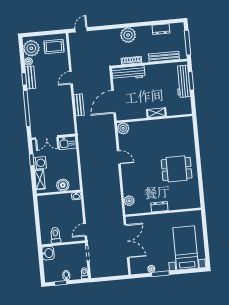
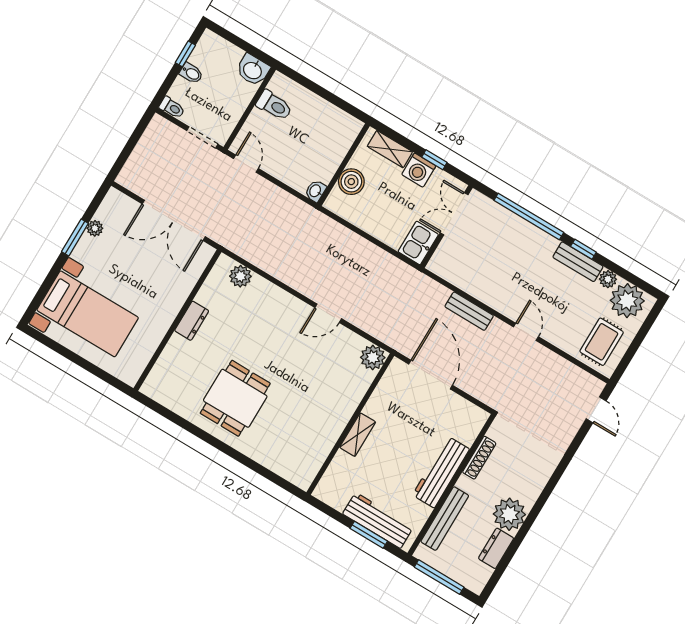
plant: (128, 35) -> (509, 514), moved
workbench: (128, 73) -> (441, 472), moved

